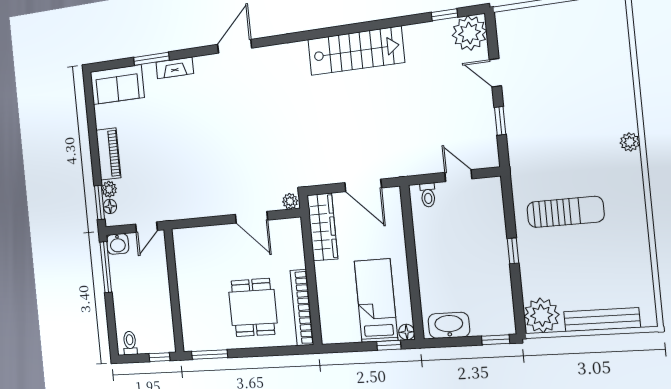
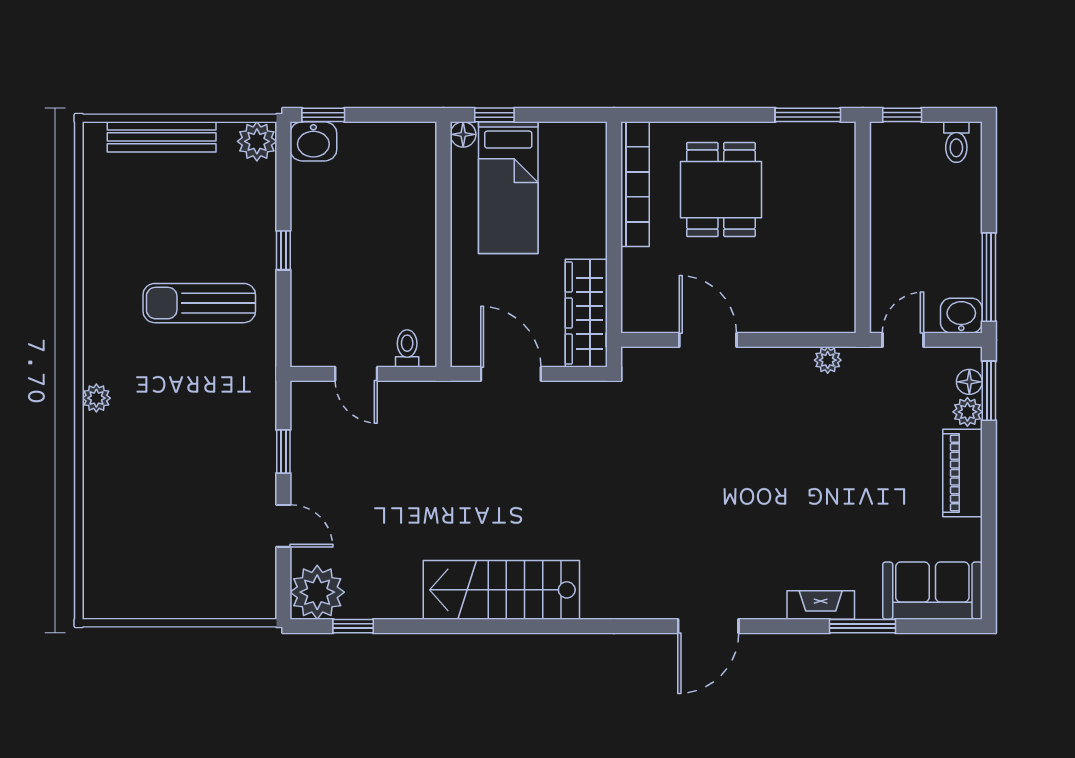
plant: (290, 201) -> (828, 360), moved
plant: (542, 315) -> (257, 141), width x0.73, depth x0.73
washbasin: (449, 325) -> (313, 141), moved, width x0.72

